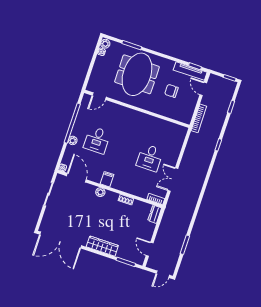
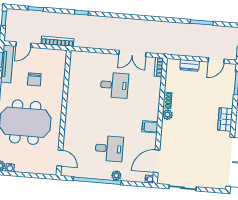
plant: (100, 192) -> (168, 115), moved
dresser: (155, 214) -> (190, 65), moved
wardrobe: (102, 246) -> (225, 119), width x0.67

